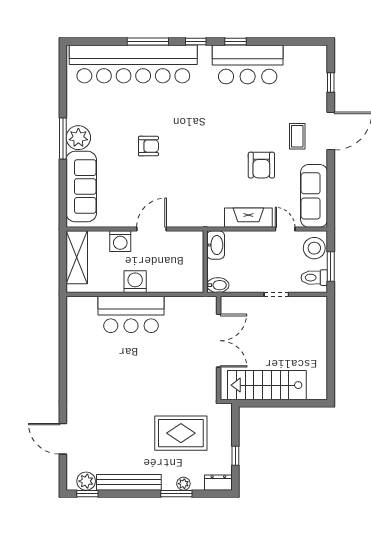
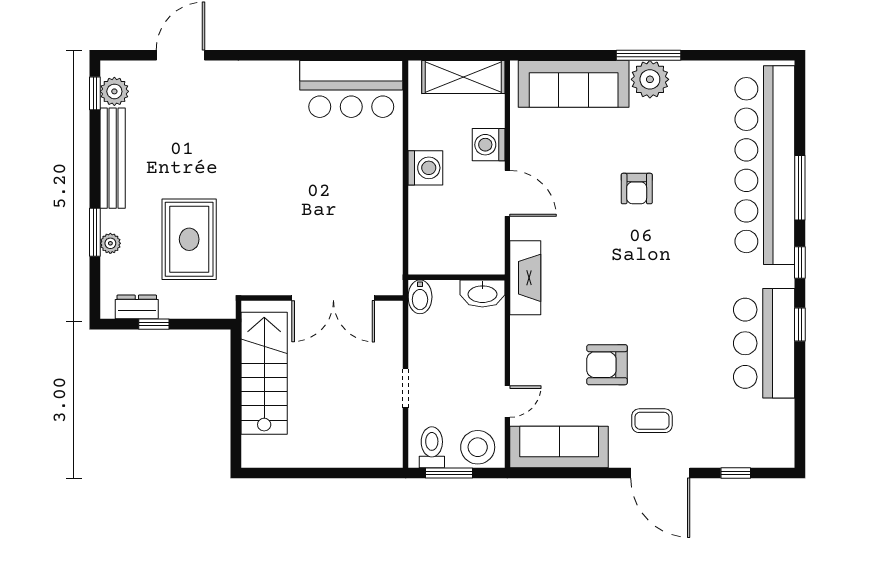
fireplace: (248, 218) -> (525, 278), moved
bar counter: (131, 314) -> (351, 89), moved, turned -90
dresser: (218, 483) -> (137, 307), moved, turned -90

